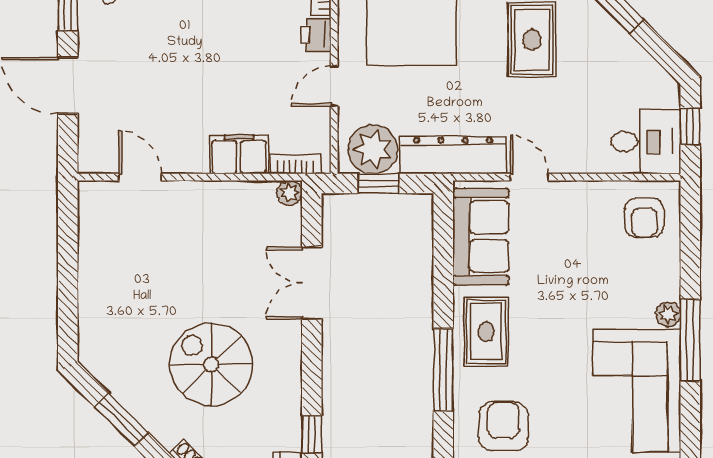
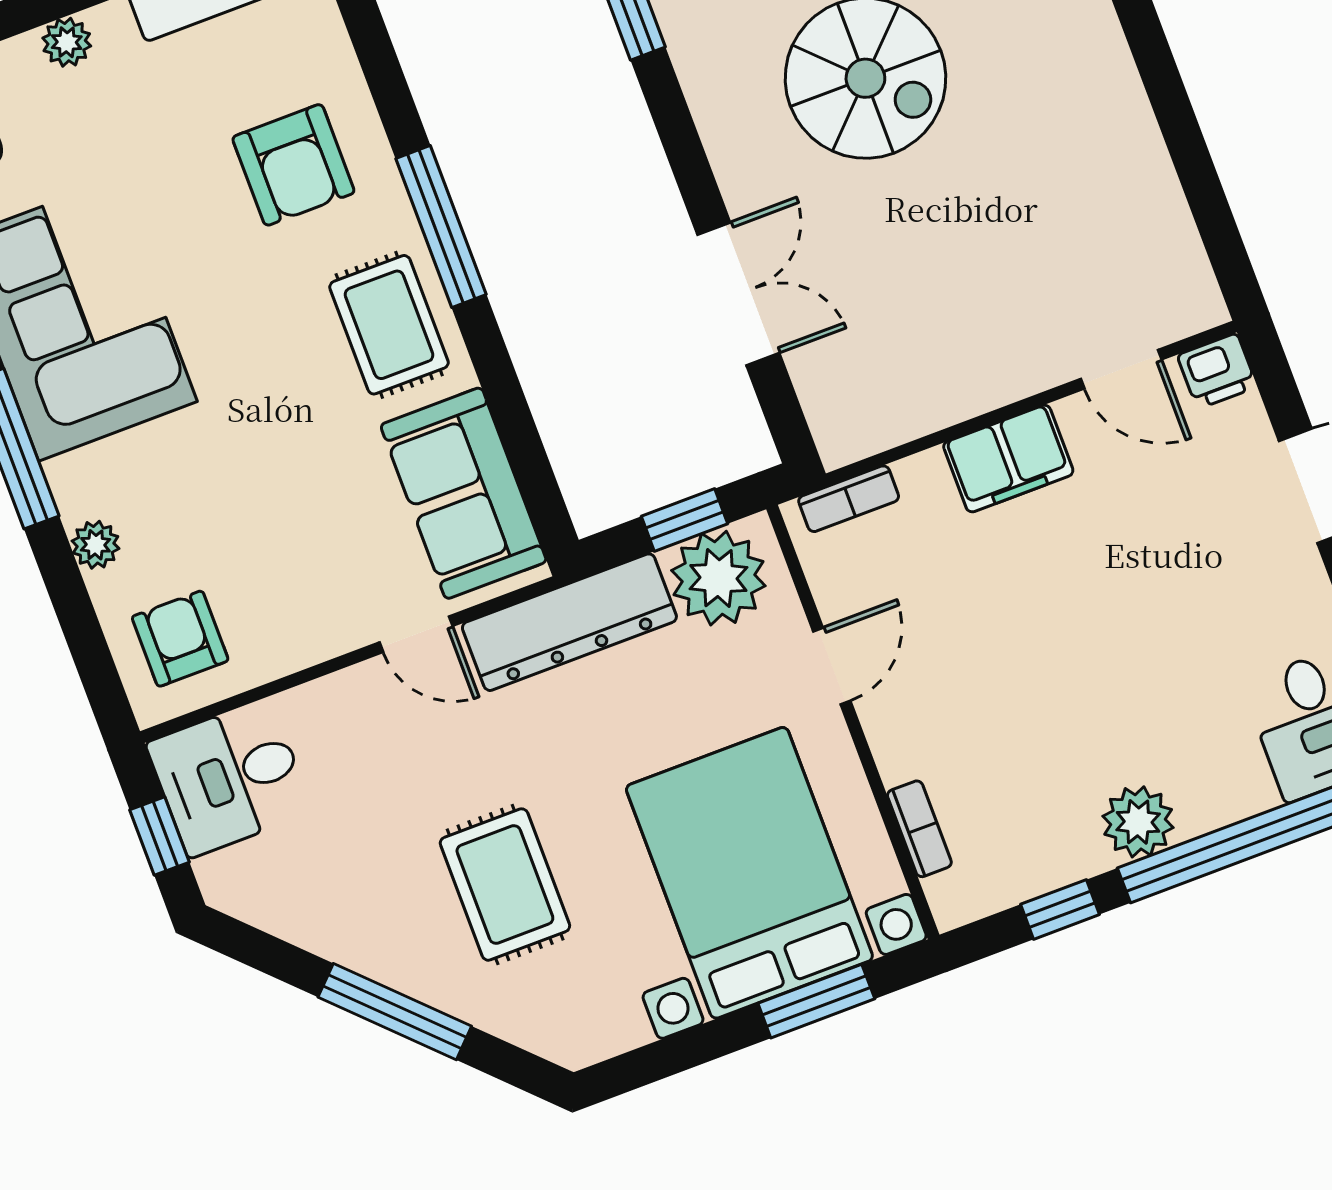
printer: (316, 35) -> (1217, 371), moved, turned 90
filing cabinet: (239, 154) -> (1008, 459), moved
plant: (290, 193) -> (840, 443), removed
plant: (668, 314) -> (95, 545), moved

